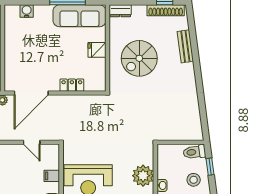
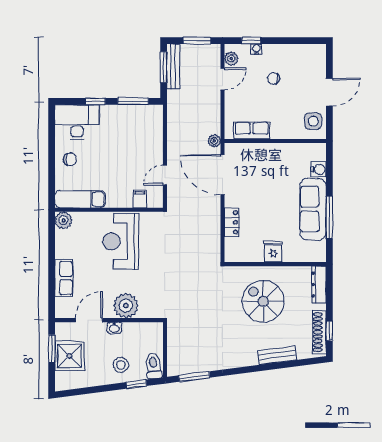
dresser: (120, 11) -> (319, 285), width x1.44
sofa: (80, 16) -> (313, 209), moved
window: (204, 117) -> (194, 377), added
filing cabinet: (52, 176) -> (140, 199), moved

